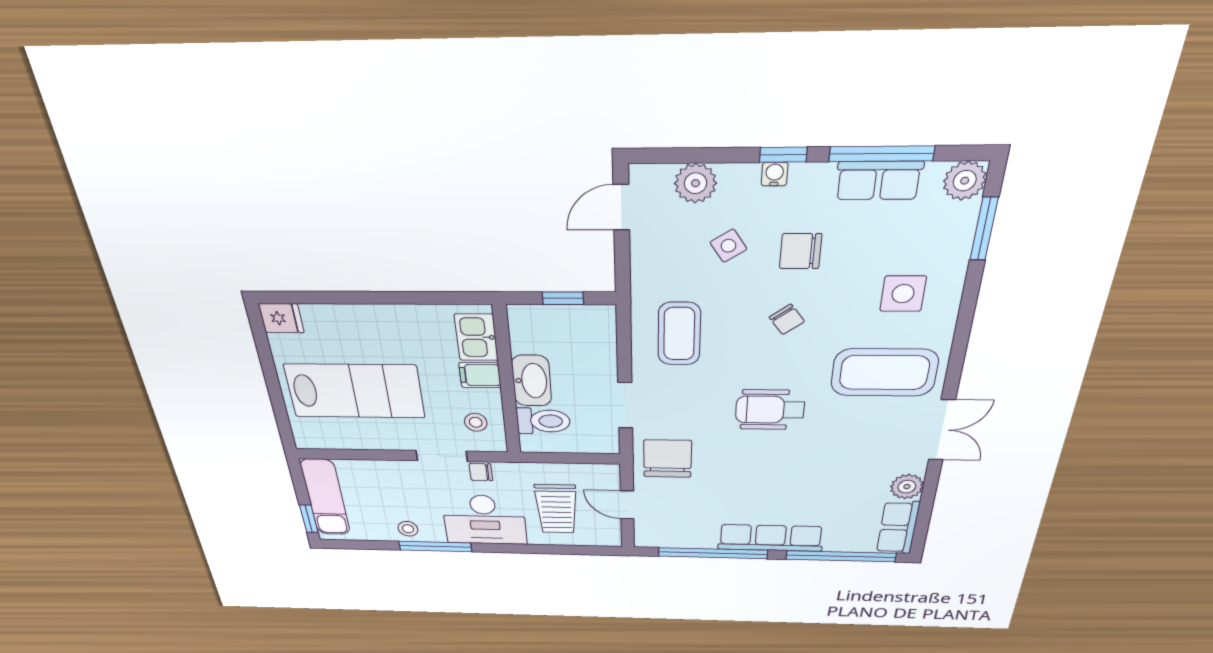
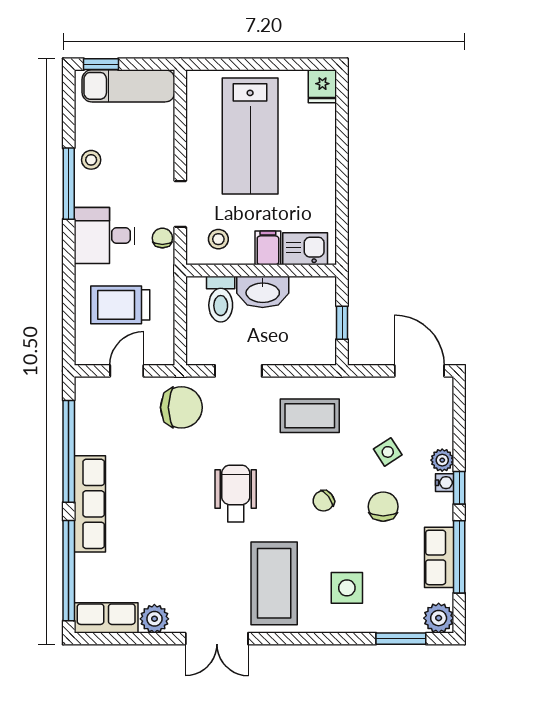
plant: (695, 183) -> (442, 460), moved, width x0.73, depth x0.73
door: (621, 207) -> (419, 371), width x1.38
desk: (484, 520) -> (105, 236), width x0.73

